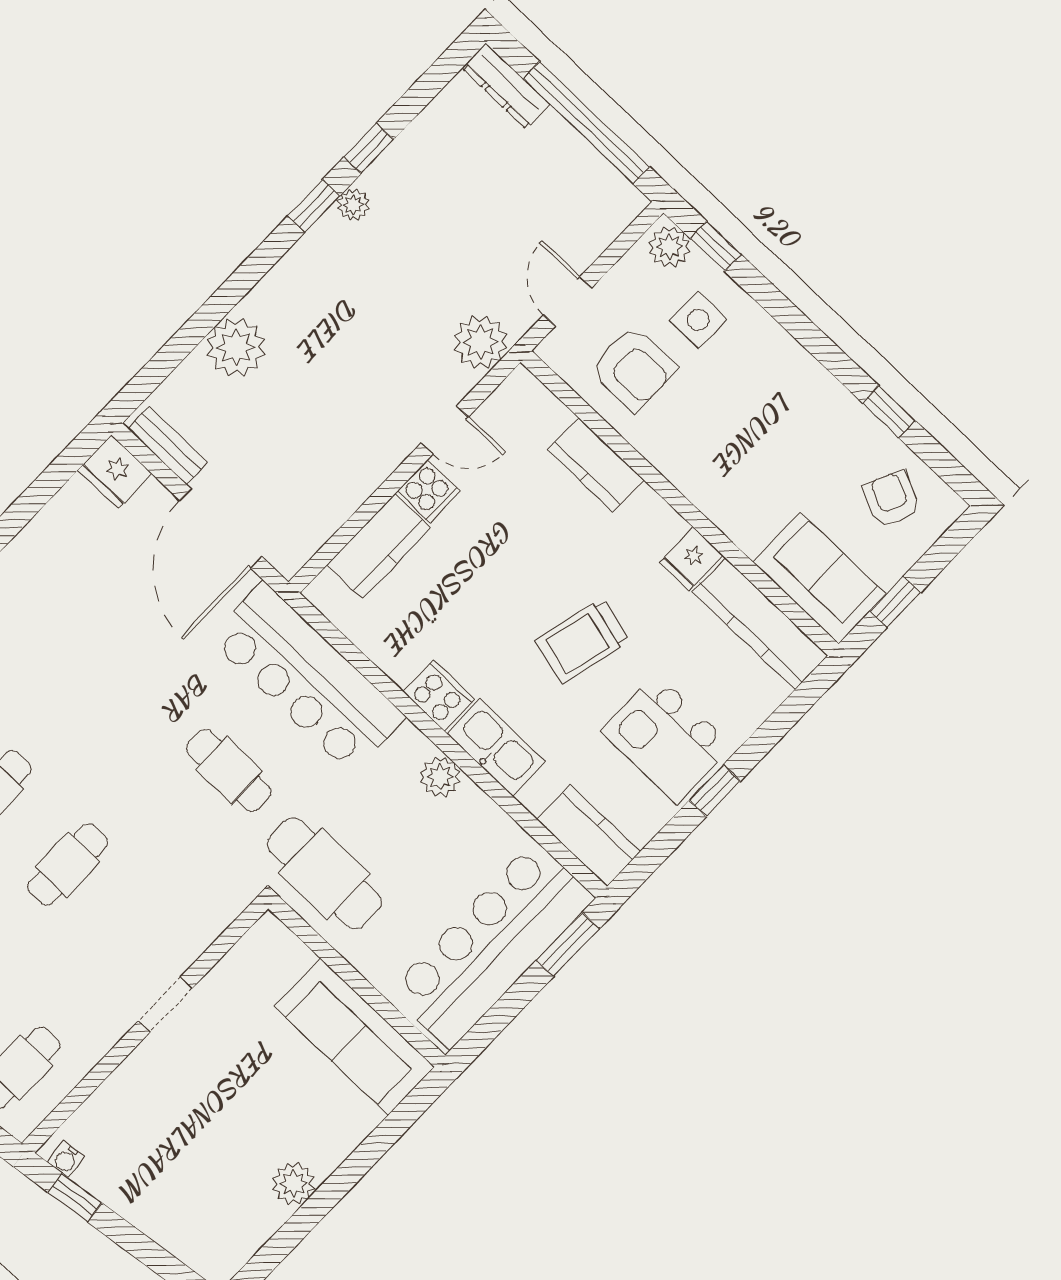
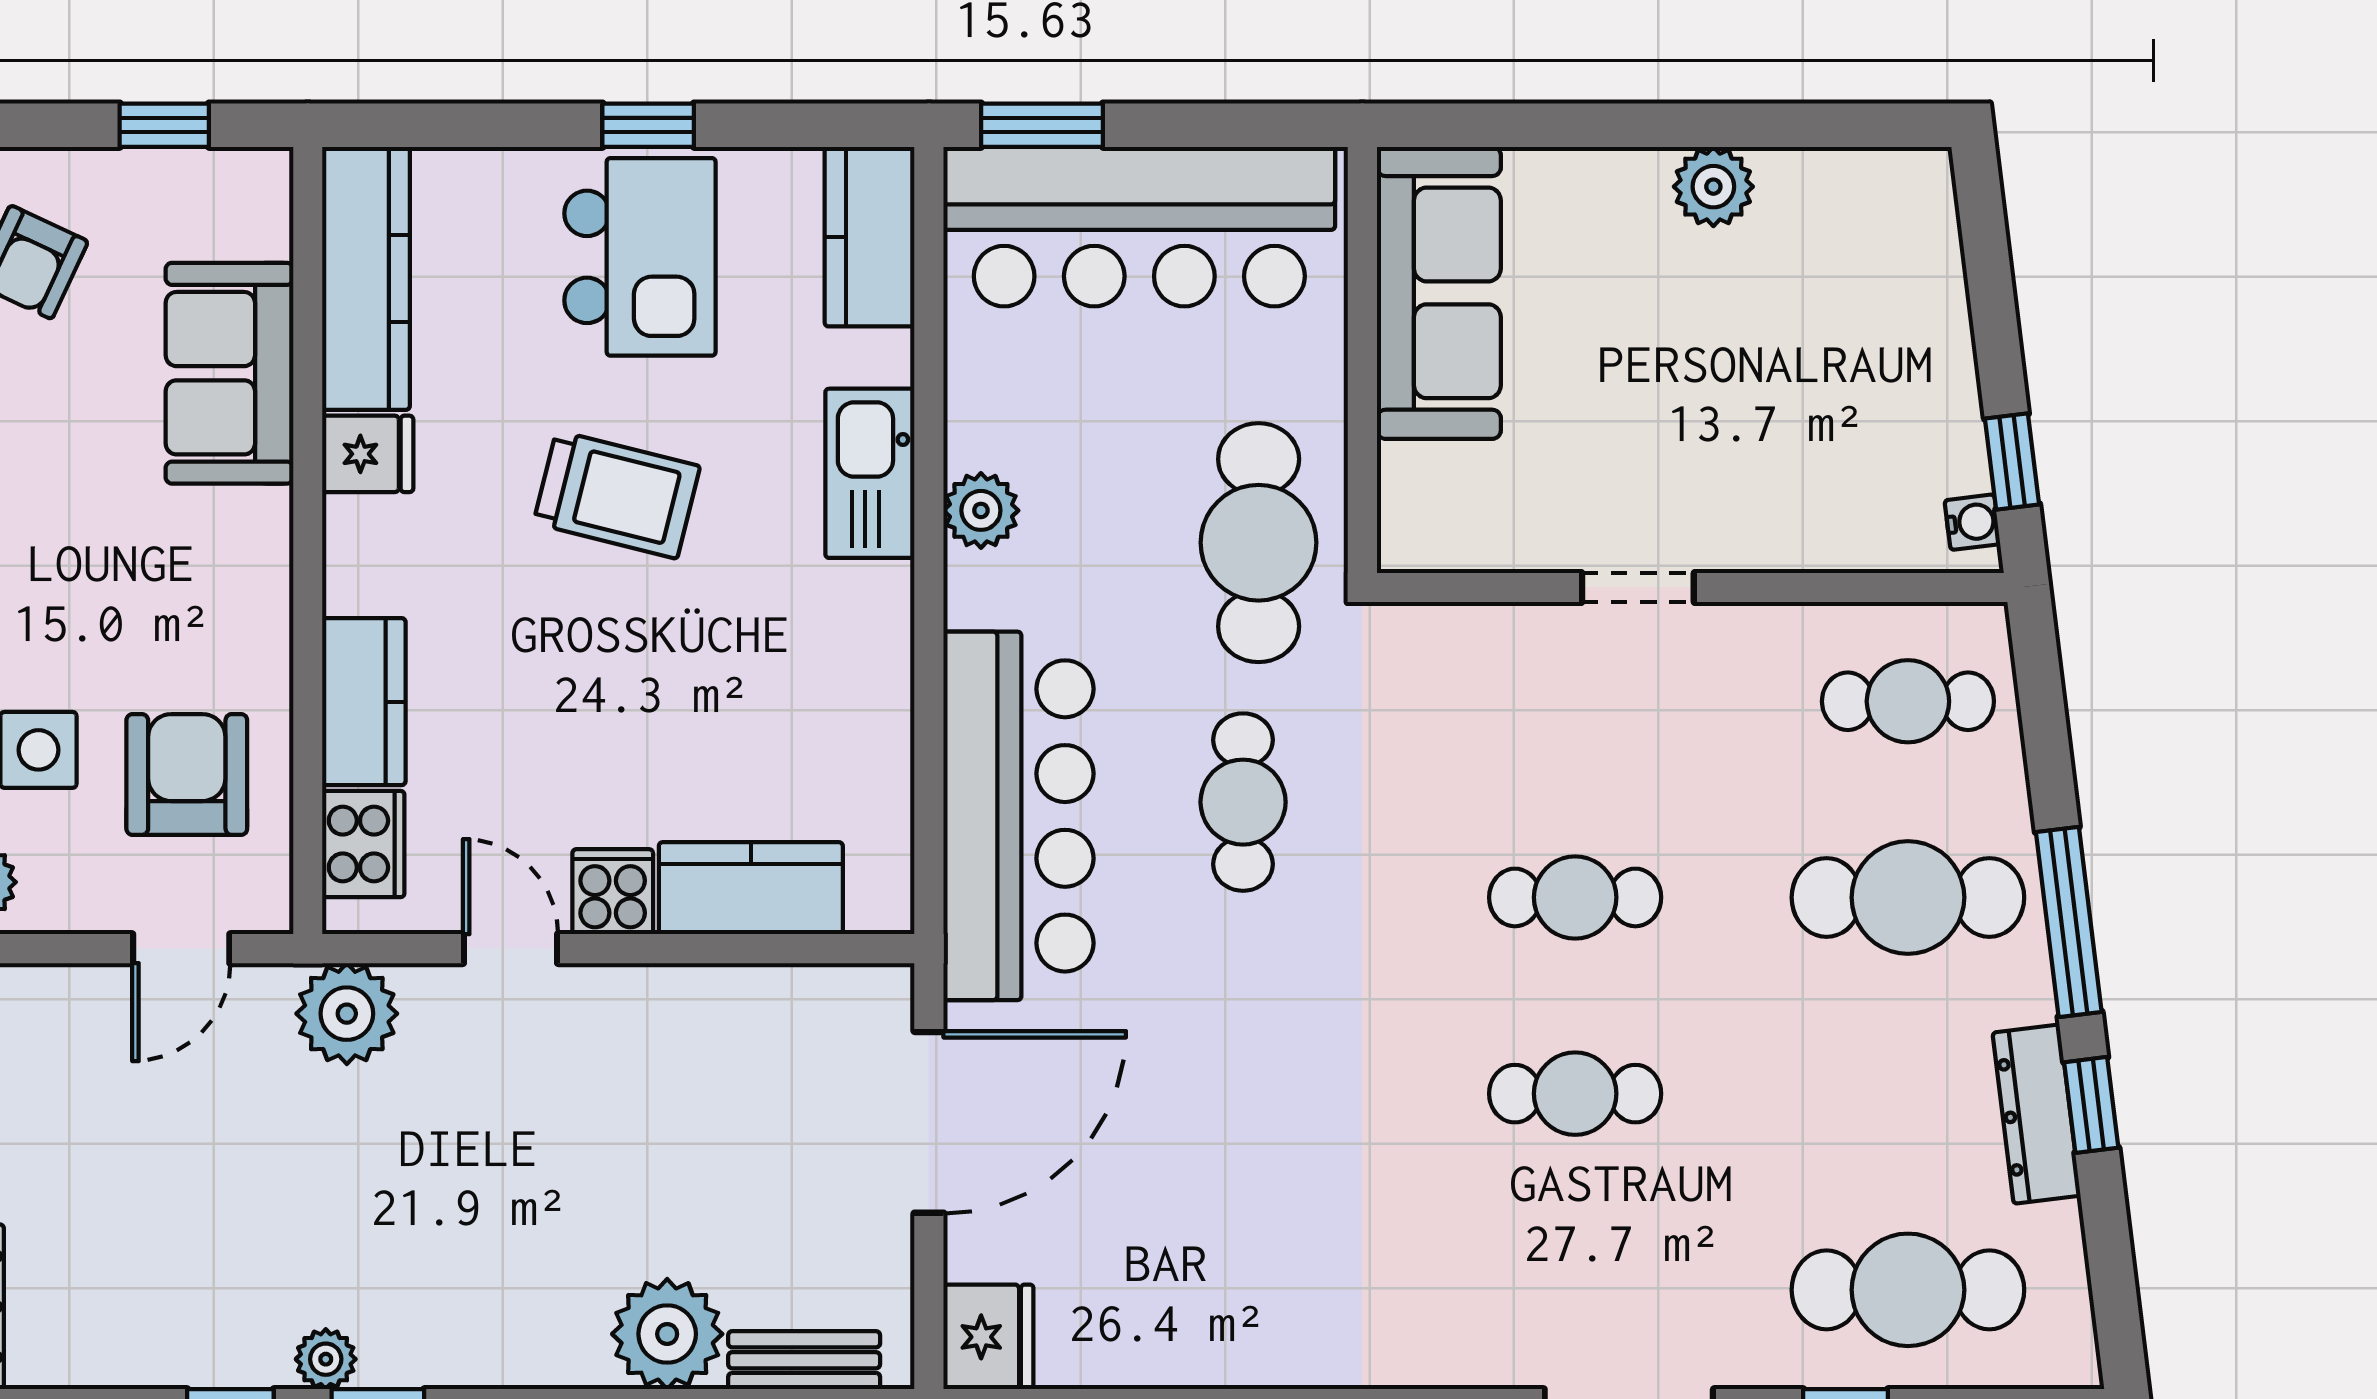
bench: (168, 445) -> (804, 1360), moved, turned 90
sofa: (819, 578) -> (229, 373), moved
cooker: (439, 695) -> (363, 844), moved, turned 180

